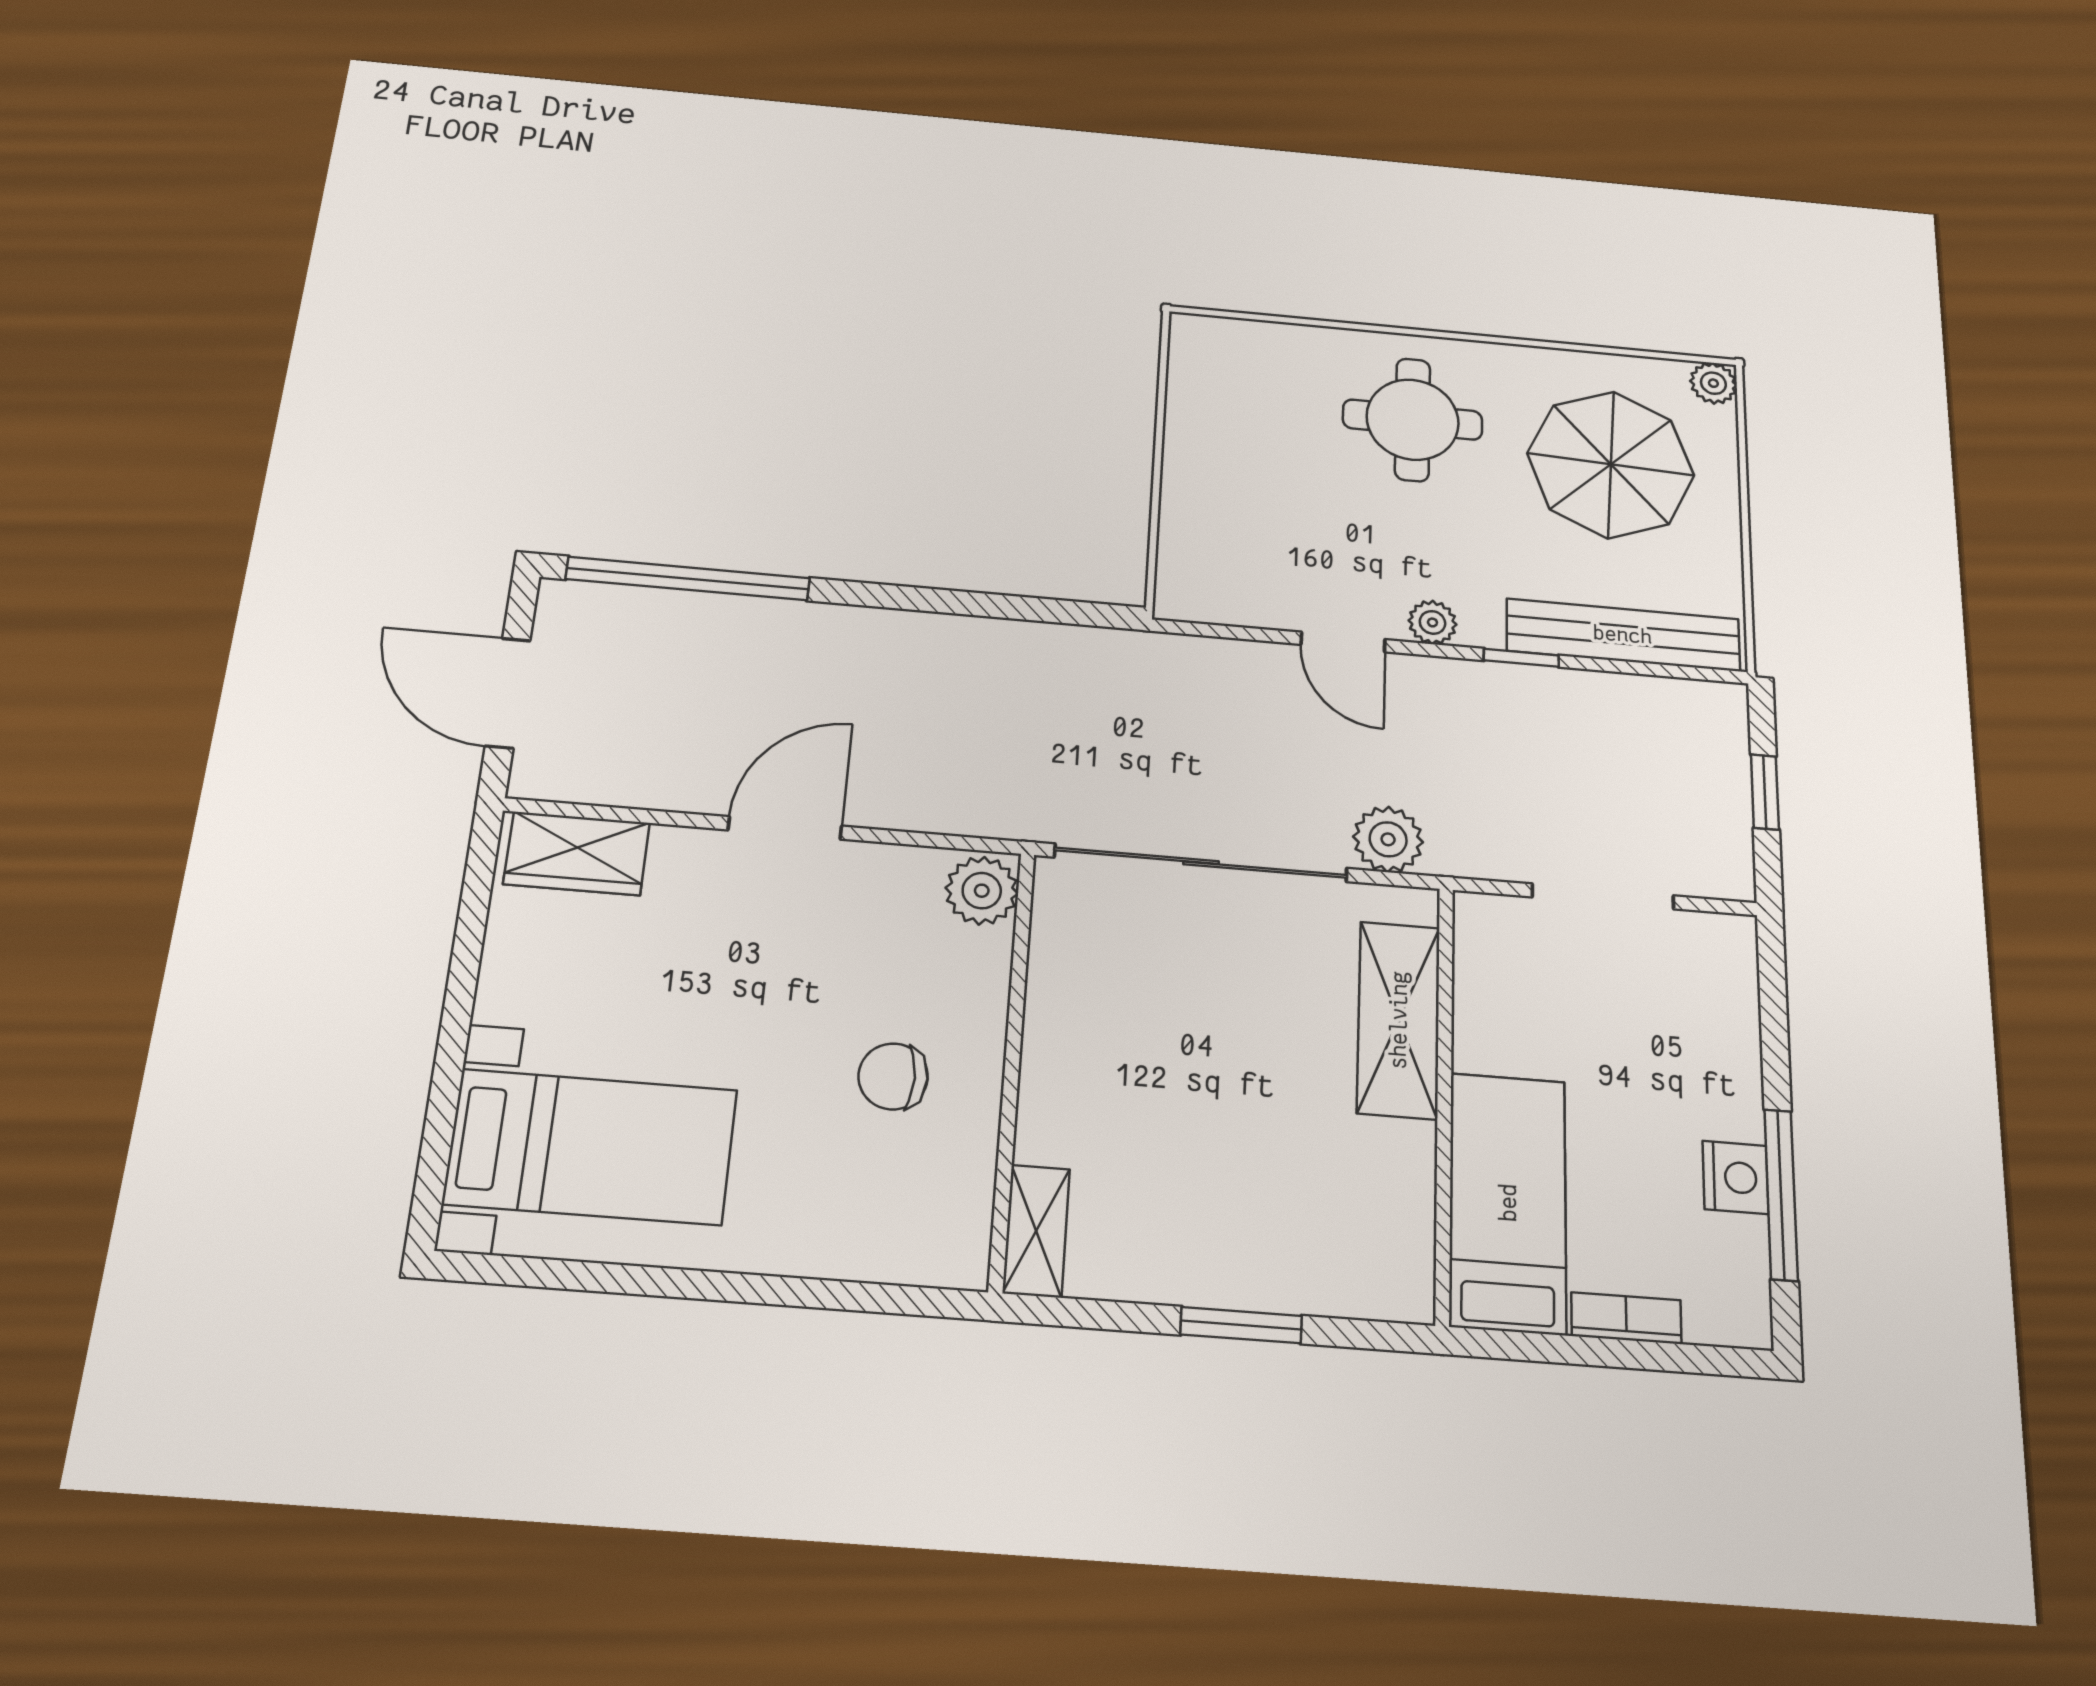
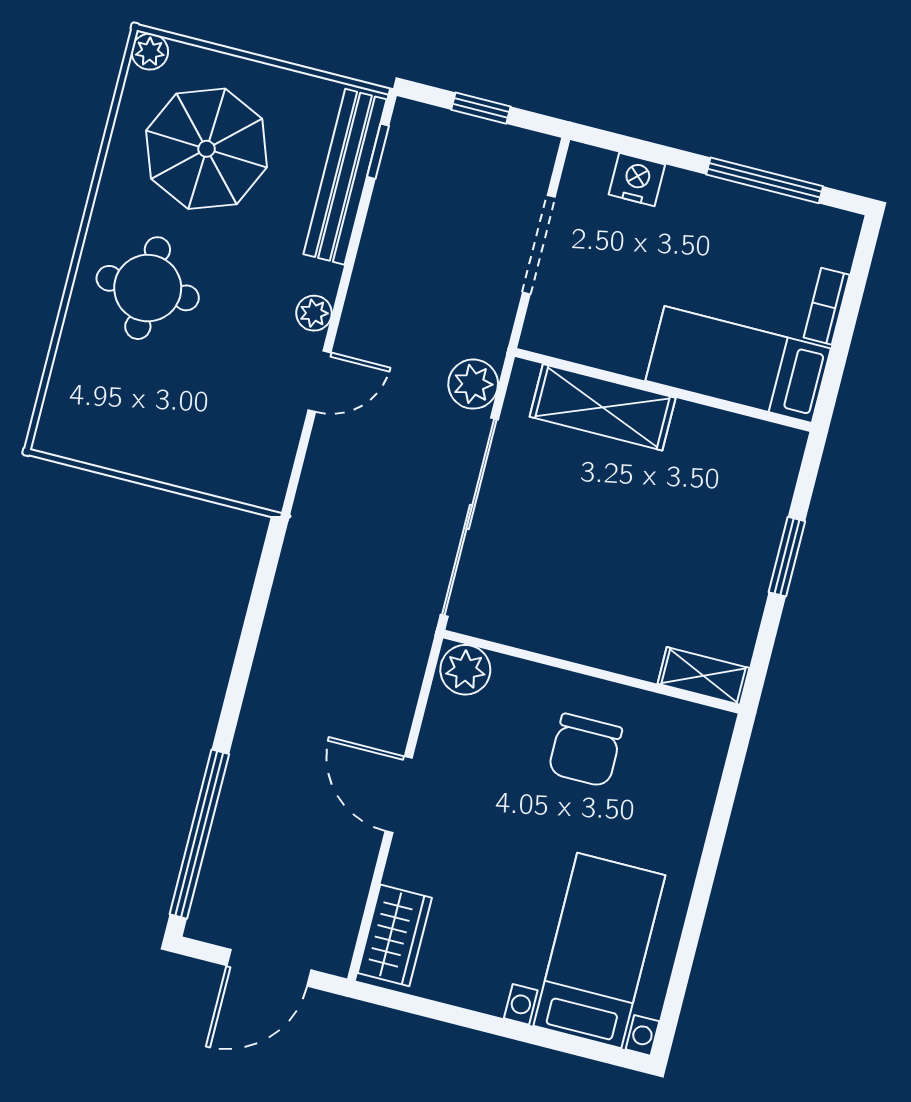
window: (1521, 658) -> (378, 151), moved
chair: (893, 1076) -> (585, 750), width x1.37, depth x1.37
nightstand: (1736, 1177) -> (637, 179), moved

